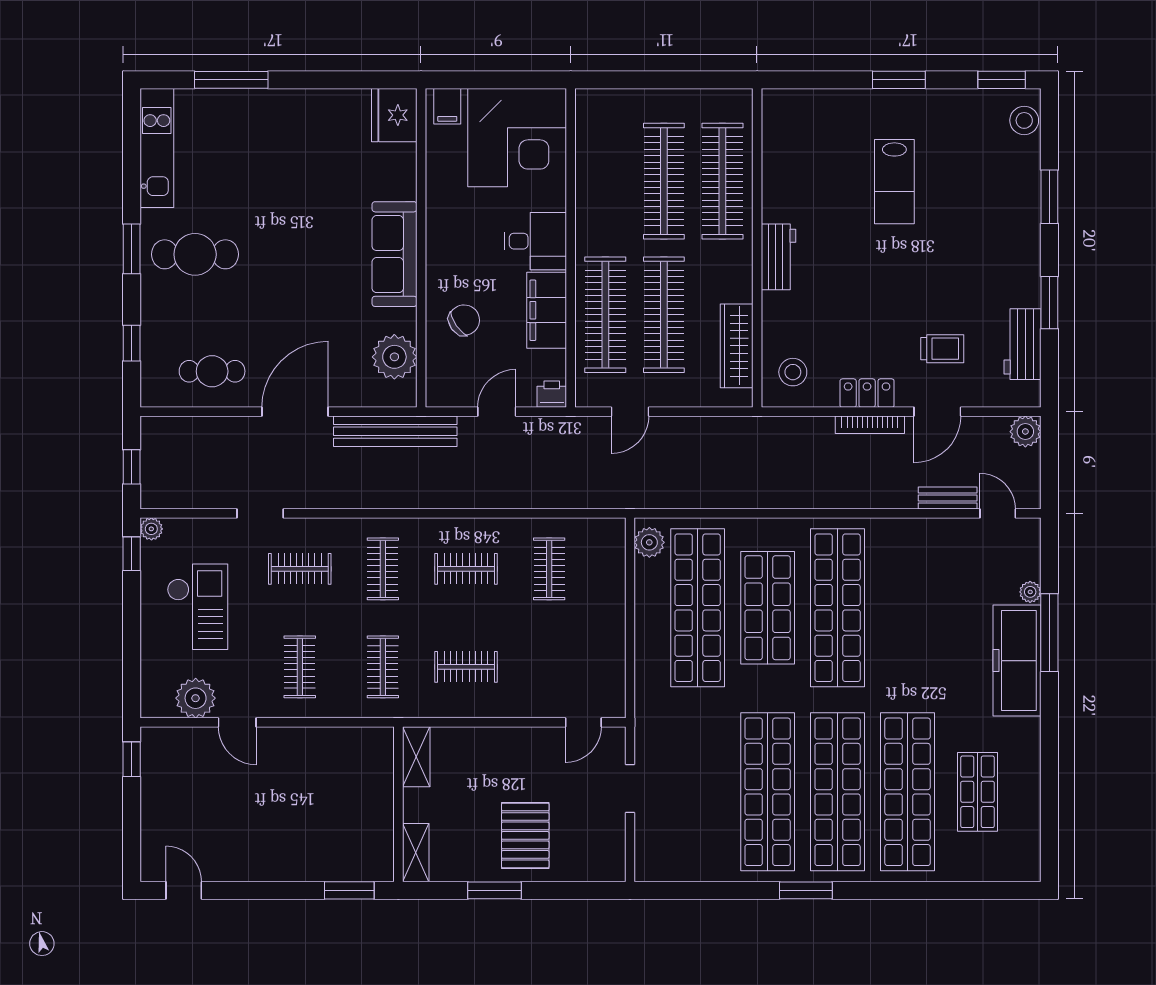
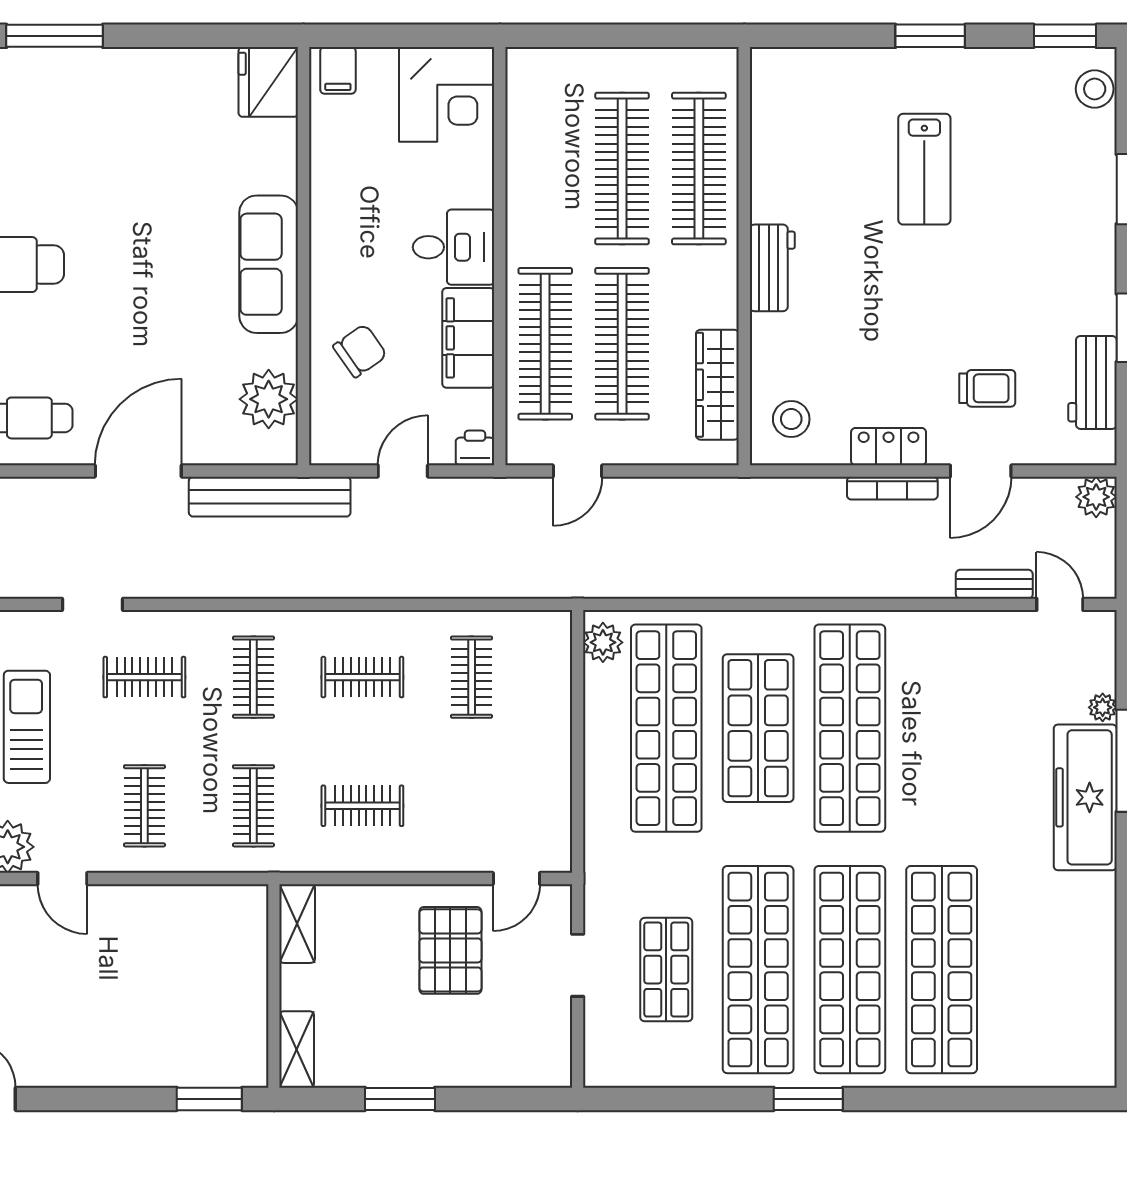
corner desk: (517, 138) -> (447, 94), width x0.74, depth x0.74
shop shelf: (978, 792) -> (666, 970), moved
pallet: (525, 835) -> (450, 950), moved

